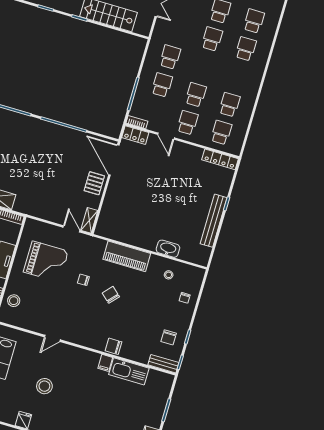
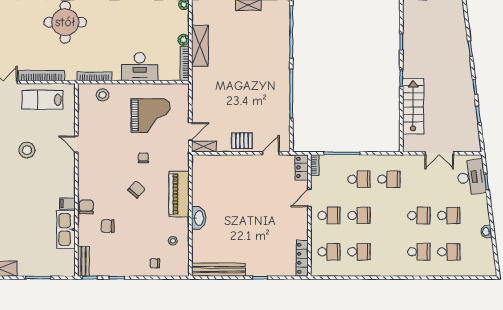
door: (114, 160) -> (271, 153), width x0.53
bench: (214, 221) -> (218, 270), moved
washbasin: (168, 249) -> (199, 218), moved
grand piano: (46, 262) -> (150, 116), turned -90
chair: (169, 337) -> (108, 226), moved

